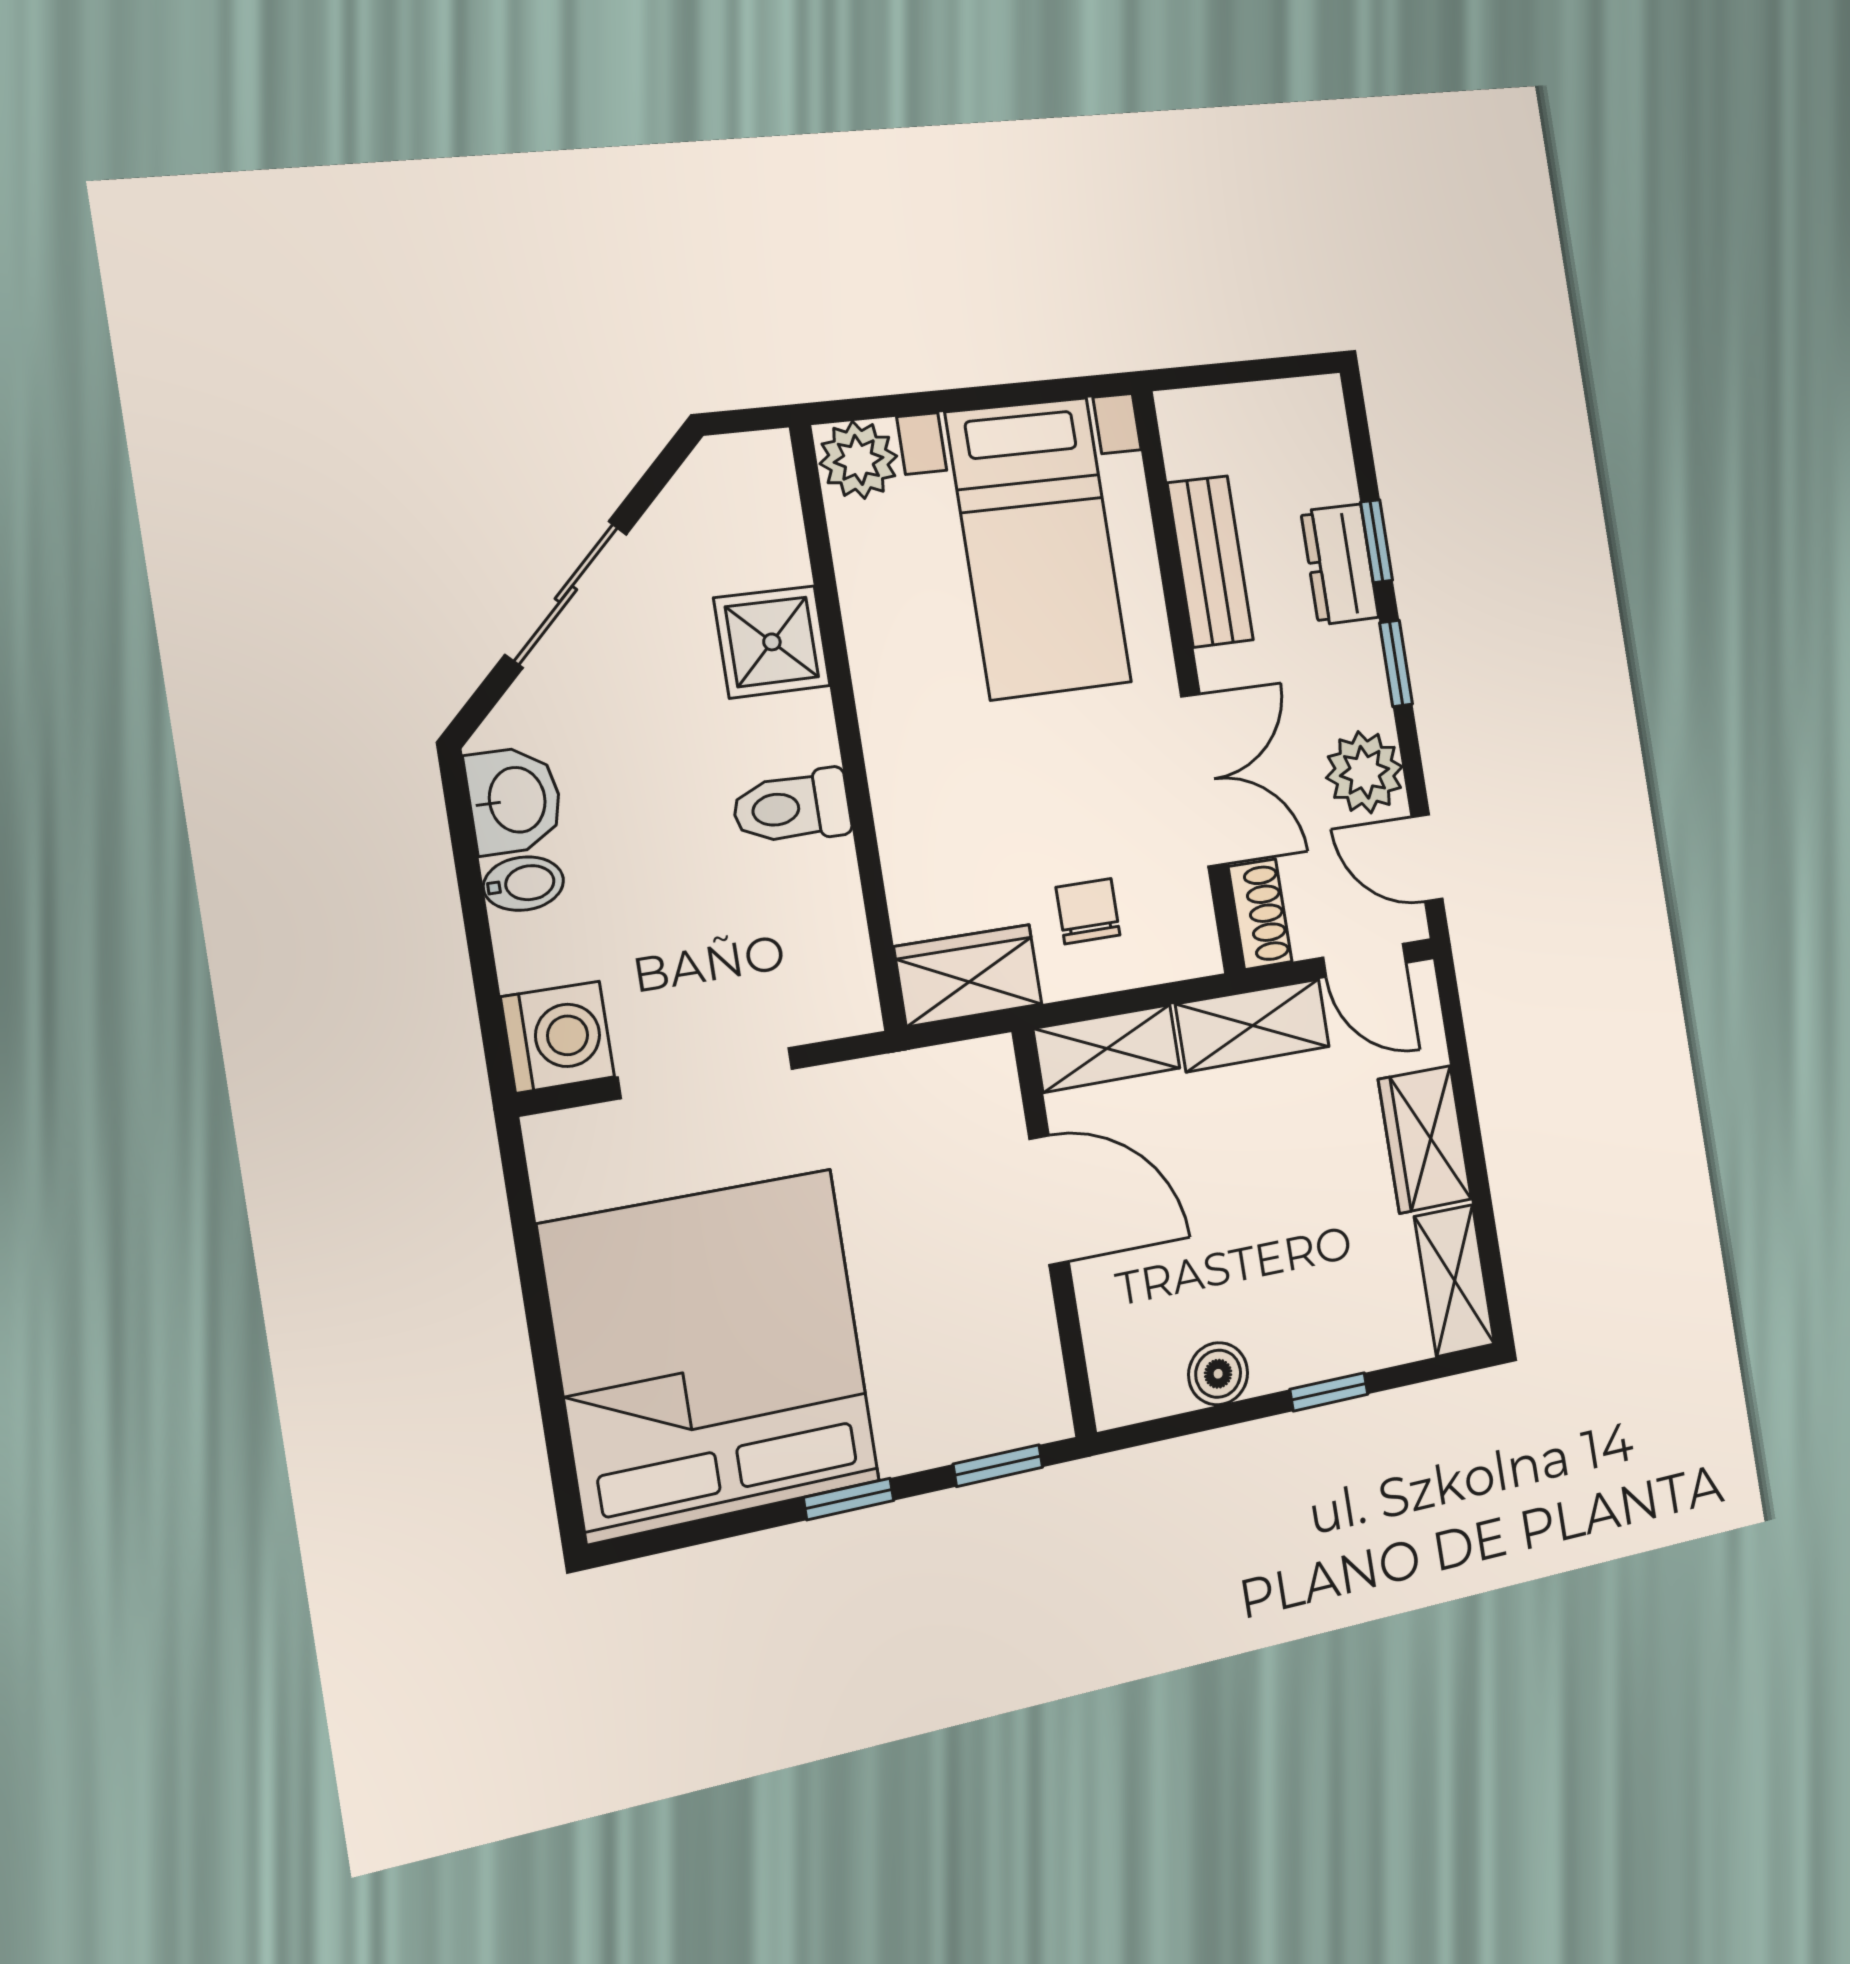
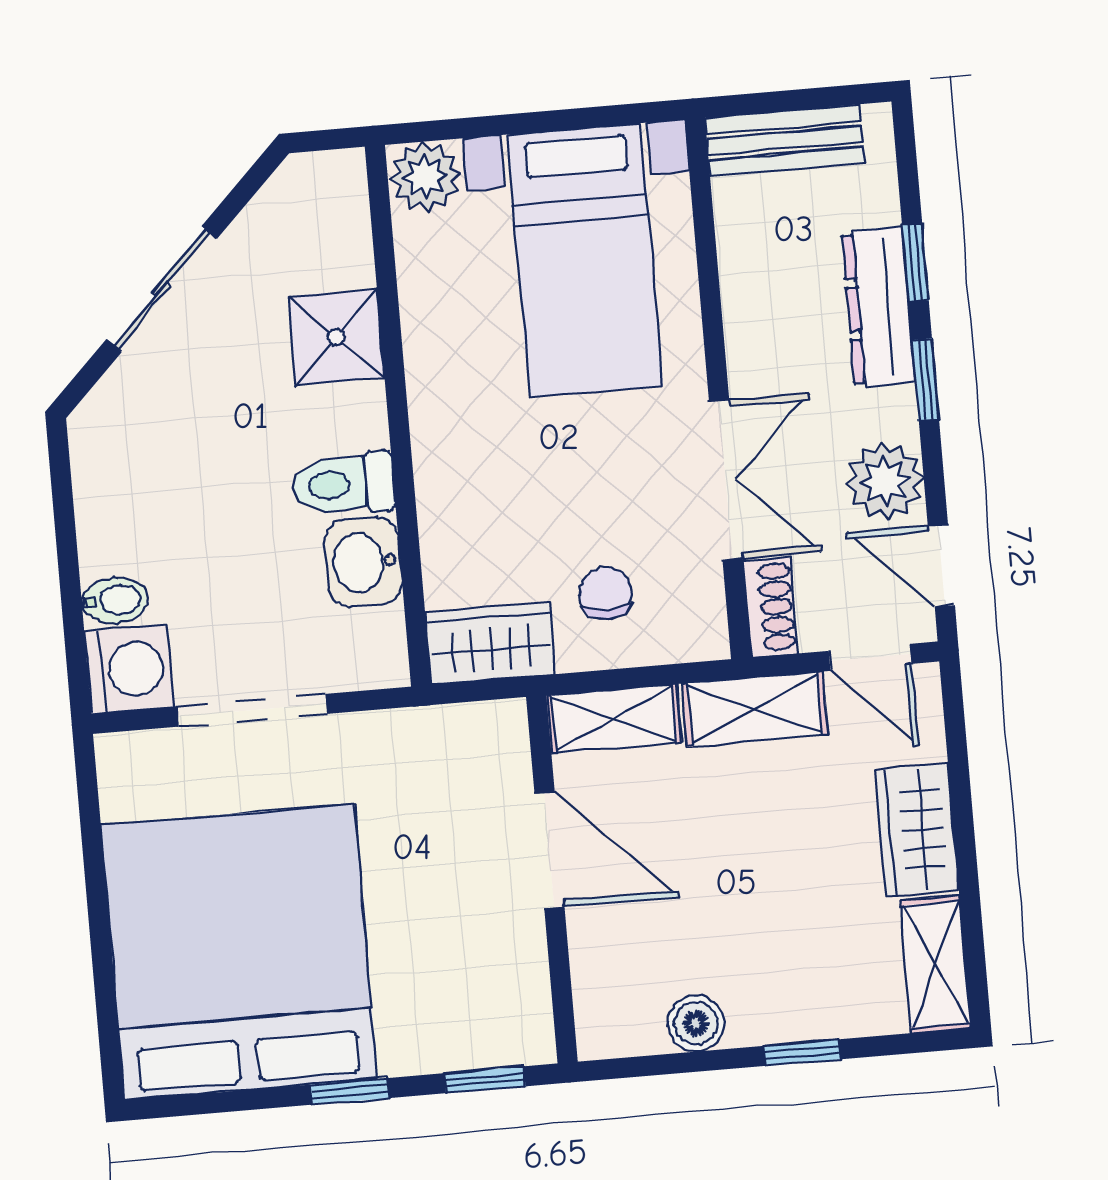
bench: (1210, 562) -> (784, 140), moved, turned 90
dresser: (1340, 564) -> (878, 307), width x1.44
washbasin: (515, 800) -> (363, 562), moved, turned 180
bidet: (523, 884) -> (115, 600), moved

